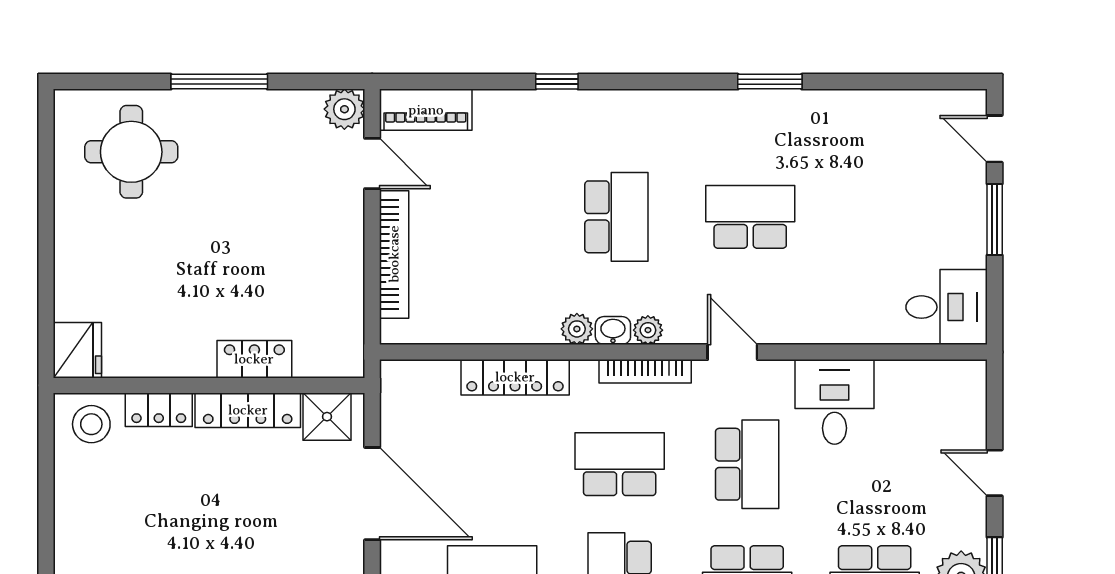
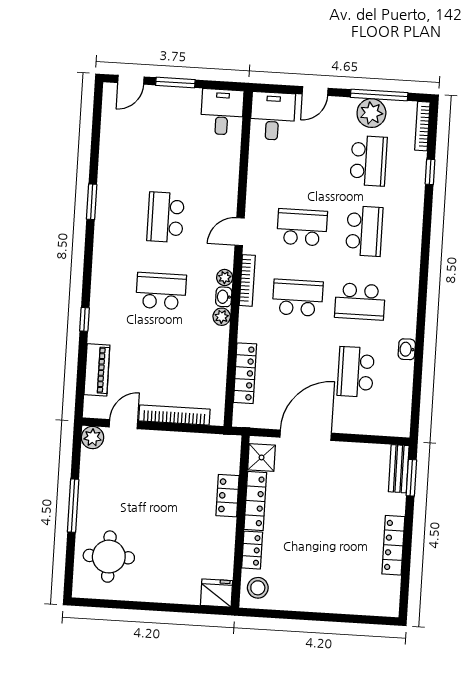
piano: (426, 110) -> (97, 370), moved
locker: (515, 377) -> (245, 373), moved
desk: (834, 402) -> (273, 116), moved, turned 90
school desk: (620, 464) -> (298, 298), turned 90

